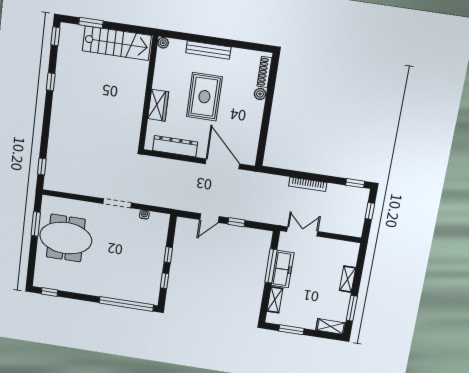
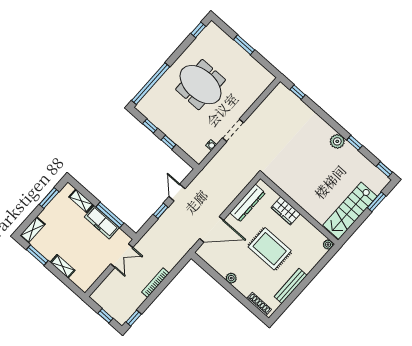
bench: (208, 50) -> (291, 286), moved
plant: (260, 94) -> (231, 278), moved
plant: (61, 99) -> (337, 141), added
window: (36, 224) -> (244, 45), moved
meeting table: (66, 238) -> (201, 85), moved, turned 90

